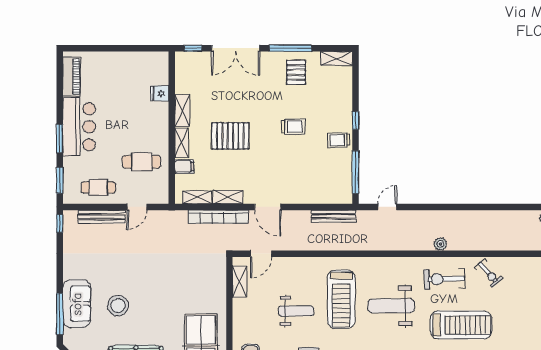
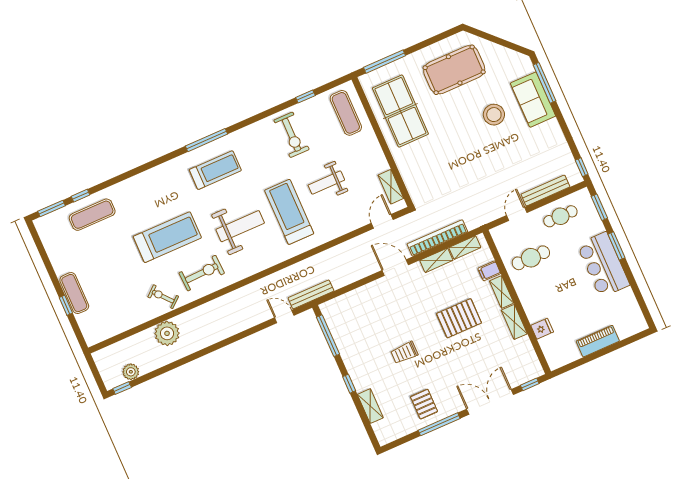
shelving: (337, 58) -> (370, 406), moved, turned 90
piano: (72, 77) -> (598, 341), moved, turned 90
trolley: (339, 140) -> (357, 359), removed
door: (387, 207) -> (284, 316), swing flipped
bench: (334, 216) -> (311, 294), moved
plant: (440, 244) -> (167, 333), moved, width x1.87, depth x1.87
treadmill: (461, 325) -> (167, 237), turned 180

